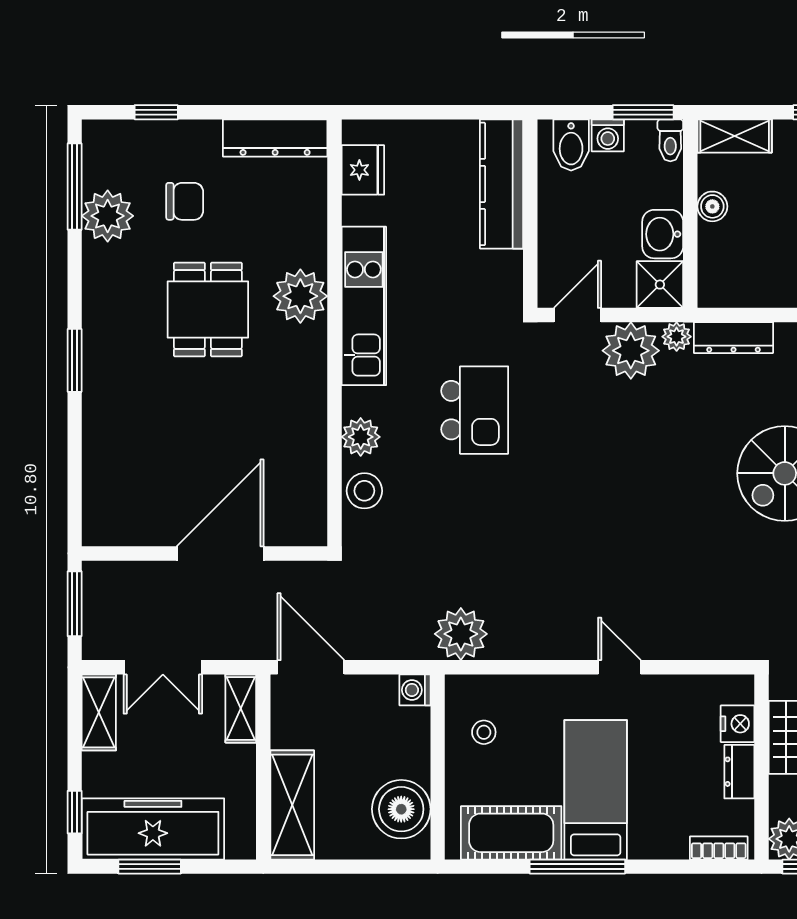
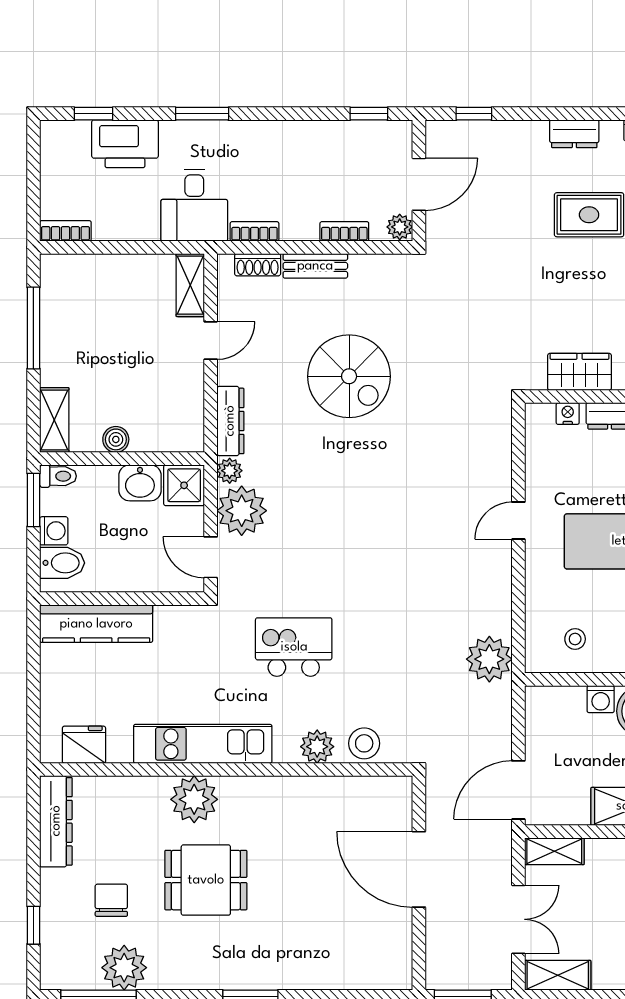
washing machine: (415, 690) -> (601, 699), moved
nightstand: (738, 724) -> (568, 414), width x0.72, depth x0.74

